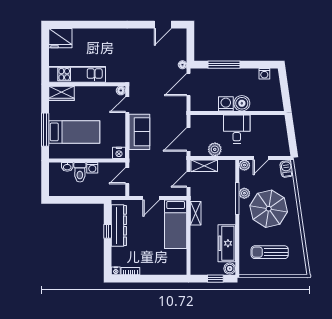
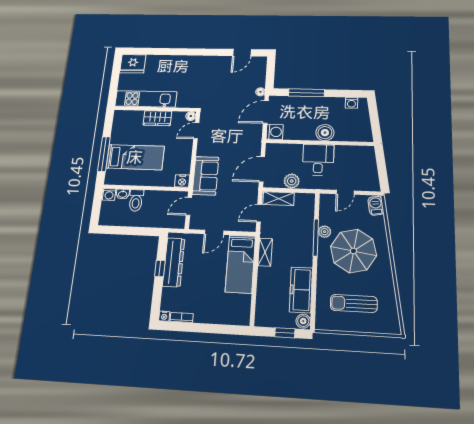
wardrobe: (61, 93) -> (157, 118), moved
washing machine: (226, 104) -> (275, 132), moved, turned 90
sofa: (139, 132) -> (206, 176), moved
plant: (244, 165) -> (326, 200), removed
washing machine: (92, 168) -> (109, 194), moved

